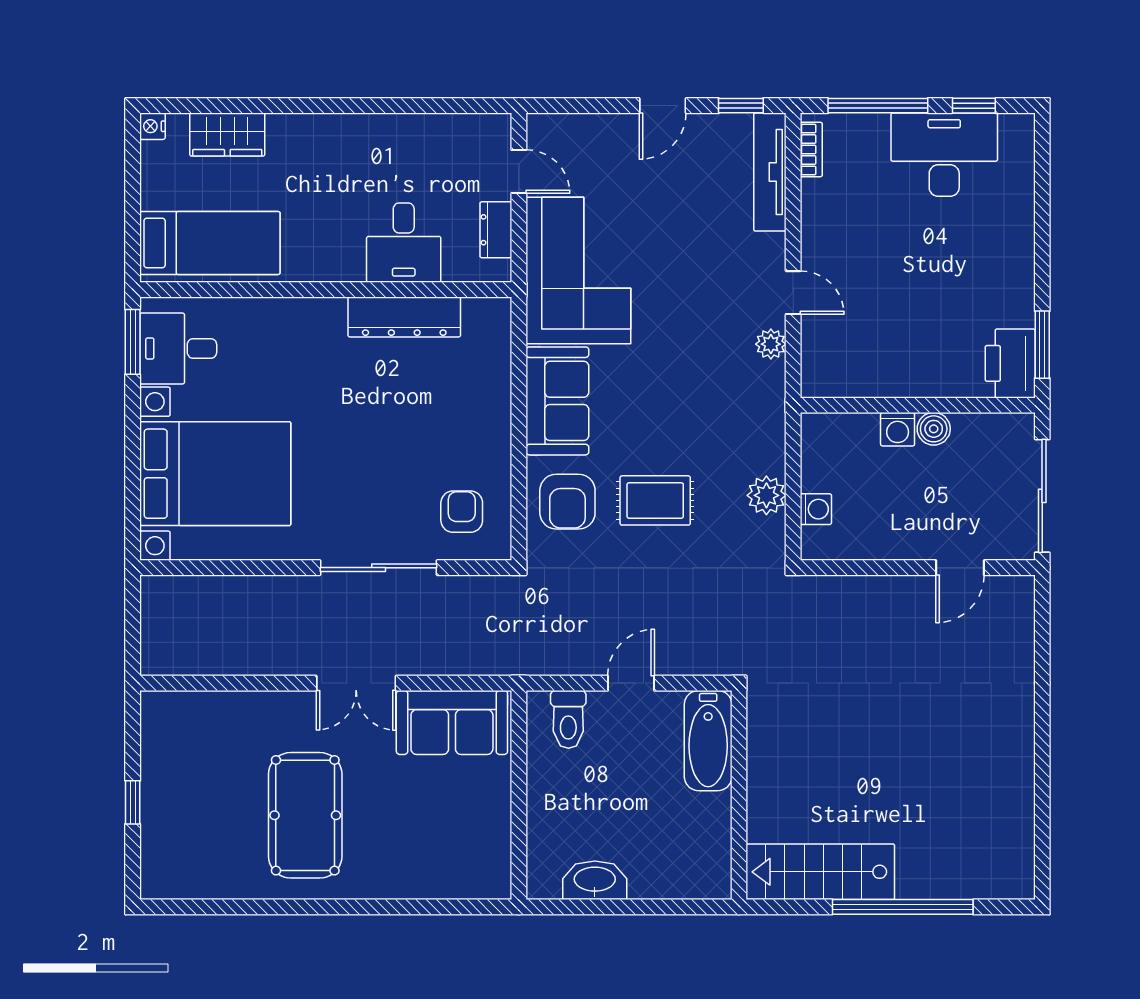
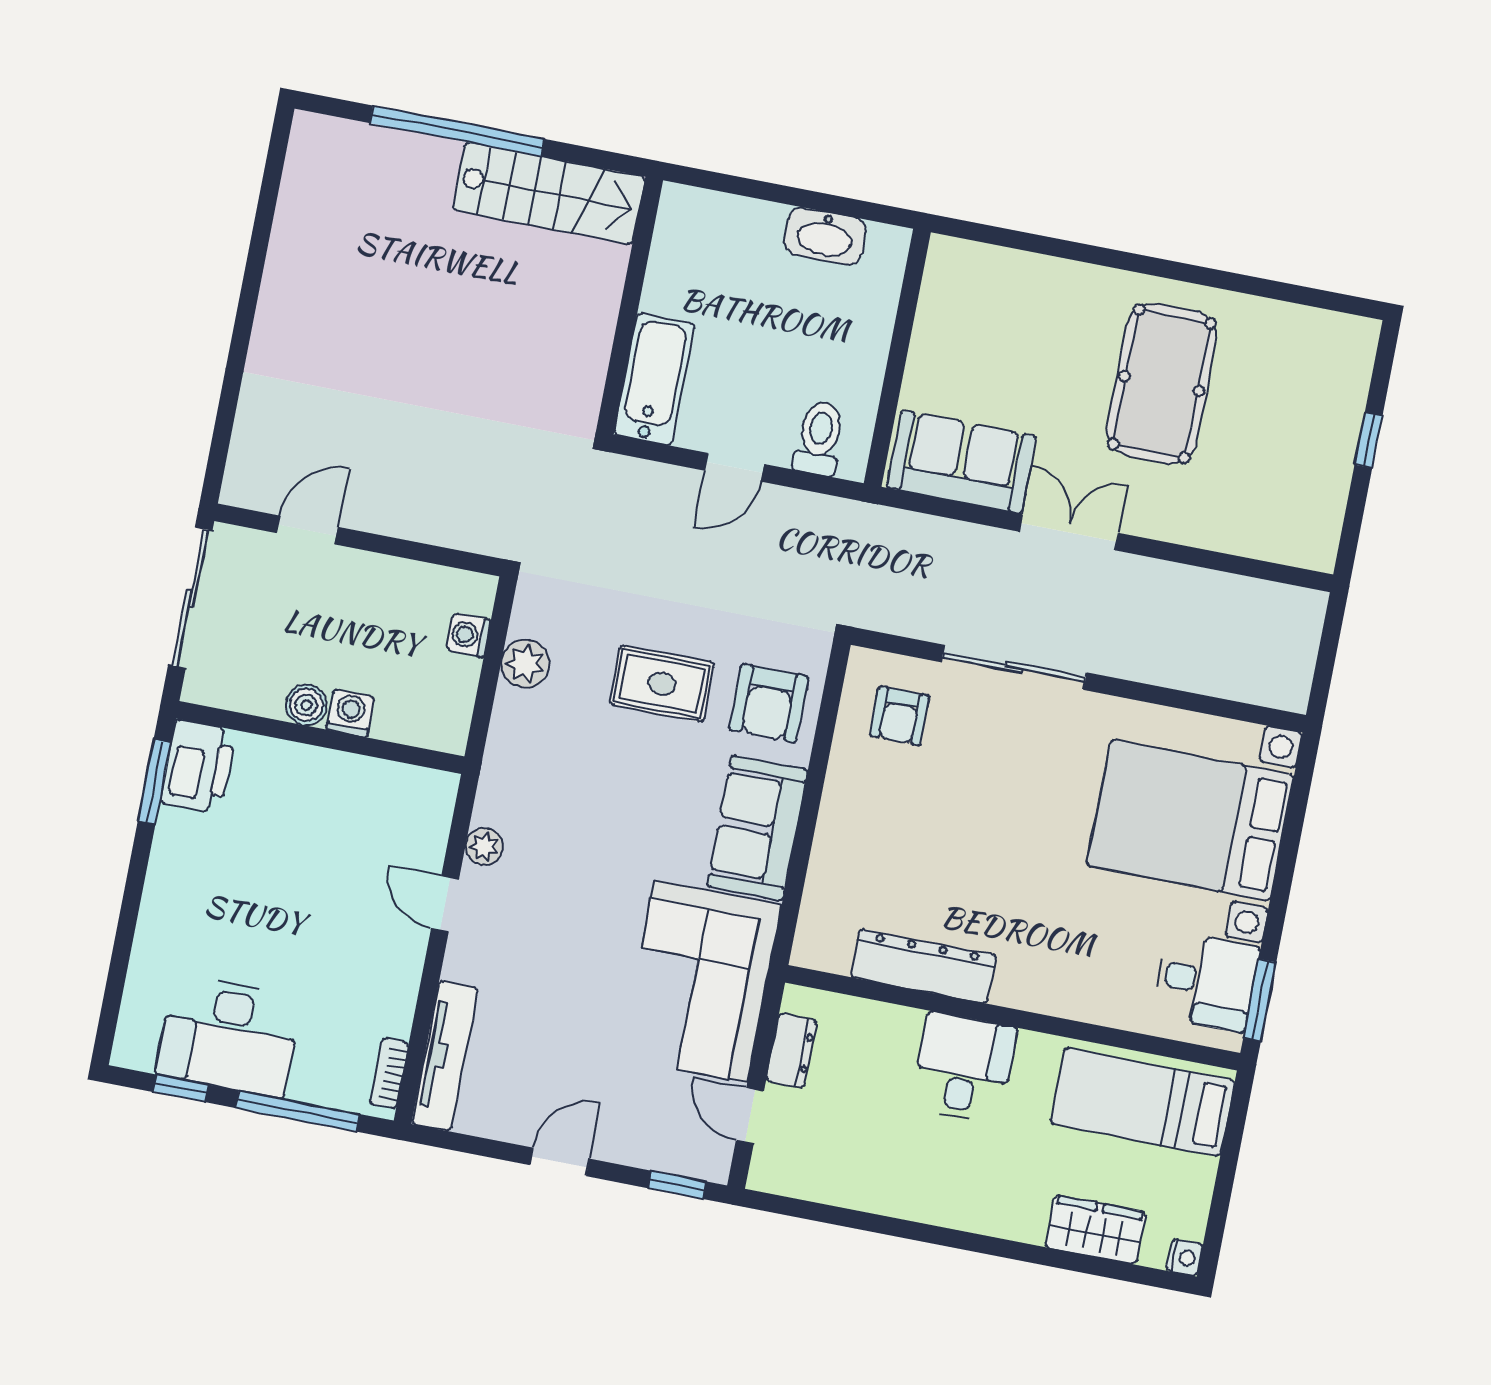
window: (741, 106) -> (677, 1185), moved
desk: (404, 243) -> (964, 1068), moved
armchair: (567, 502) -> (769, 703), turned 180

